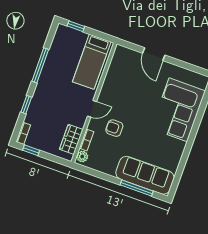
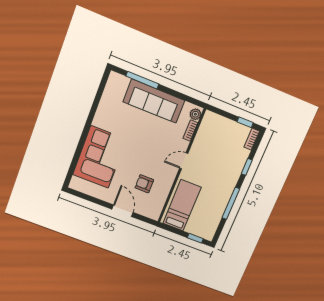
armchair: (114, 128) -> (144, 184), moved, turned 180
wardrobe: (71, 139) -> (205, 132), removed
sofa: (145, 175) -> (154, 101), moved

